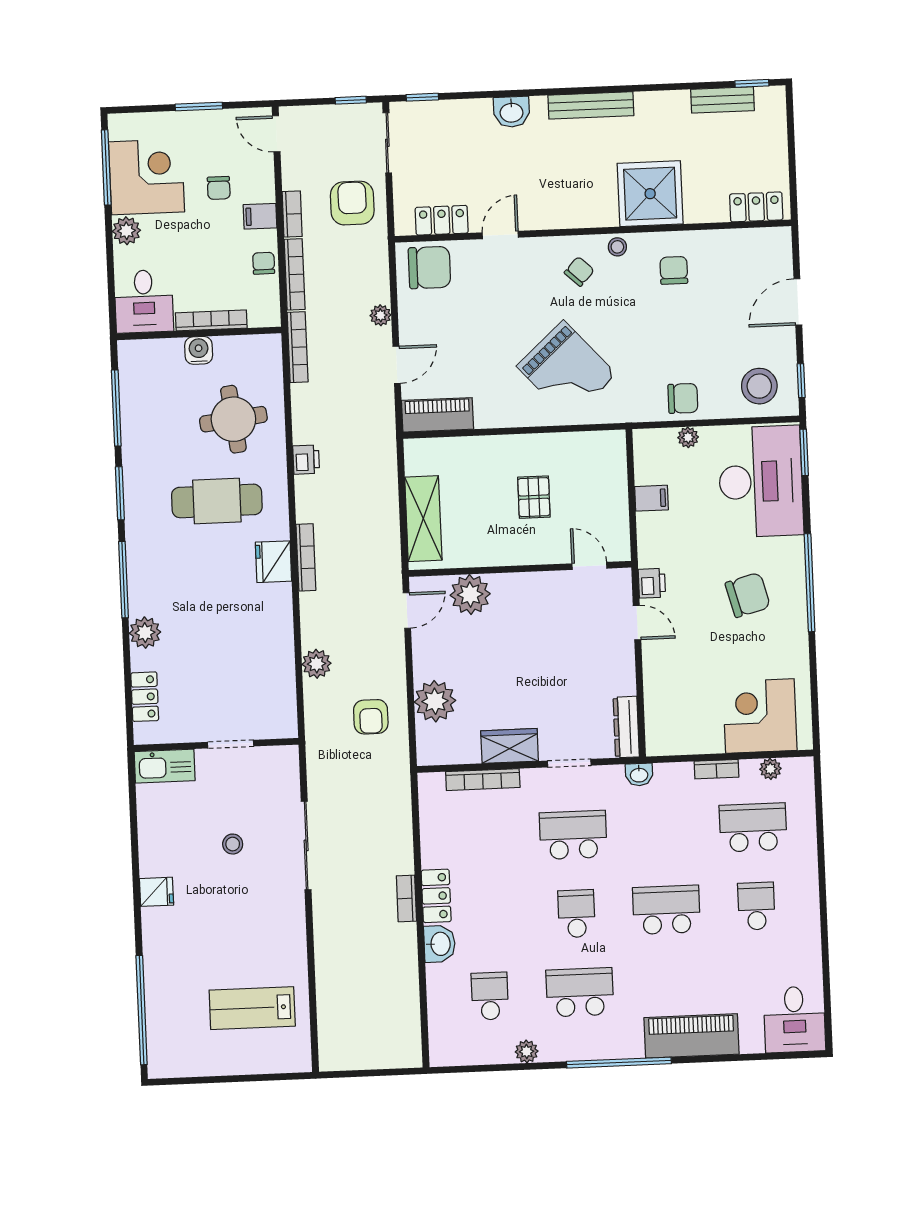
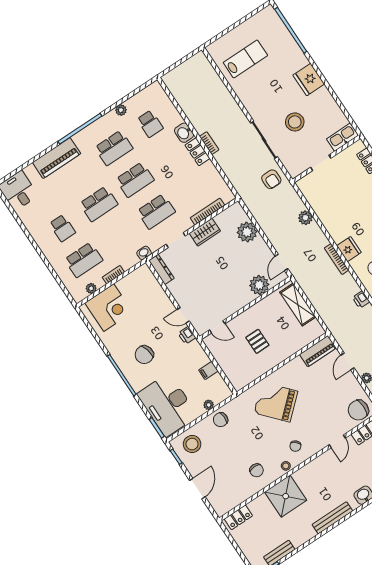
armchair: (371, 717) -> (271, 179), moved, turned 180
stool: (233, 844) -> (295, 122), width x1.89, depth x1.89
fridge: (156, 892) -> (309, 80), width x1.88, depth x1.34
school desk: (576, 914) -> (135, 180), width x1.85

